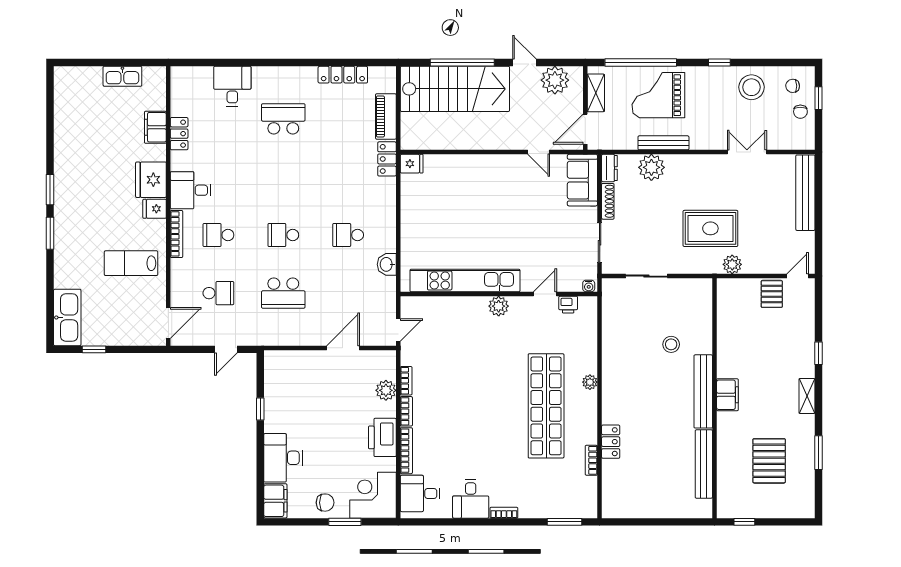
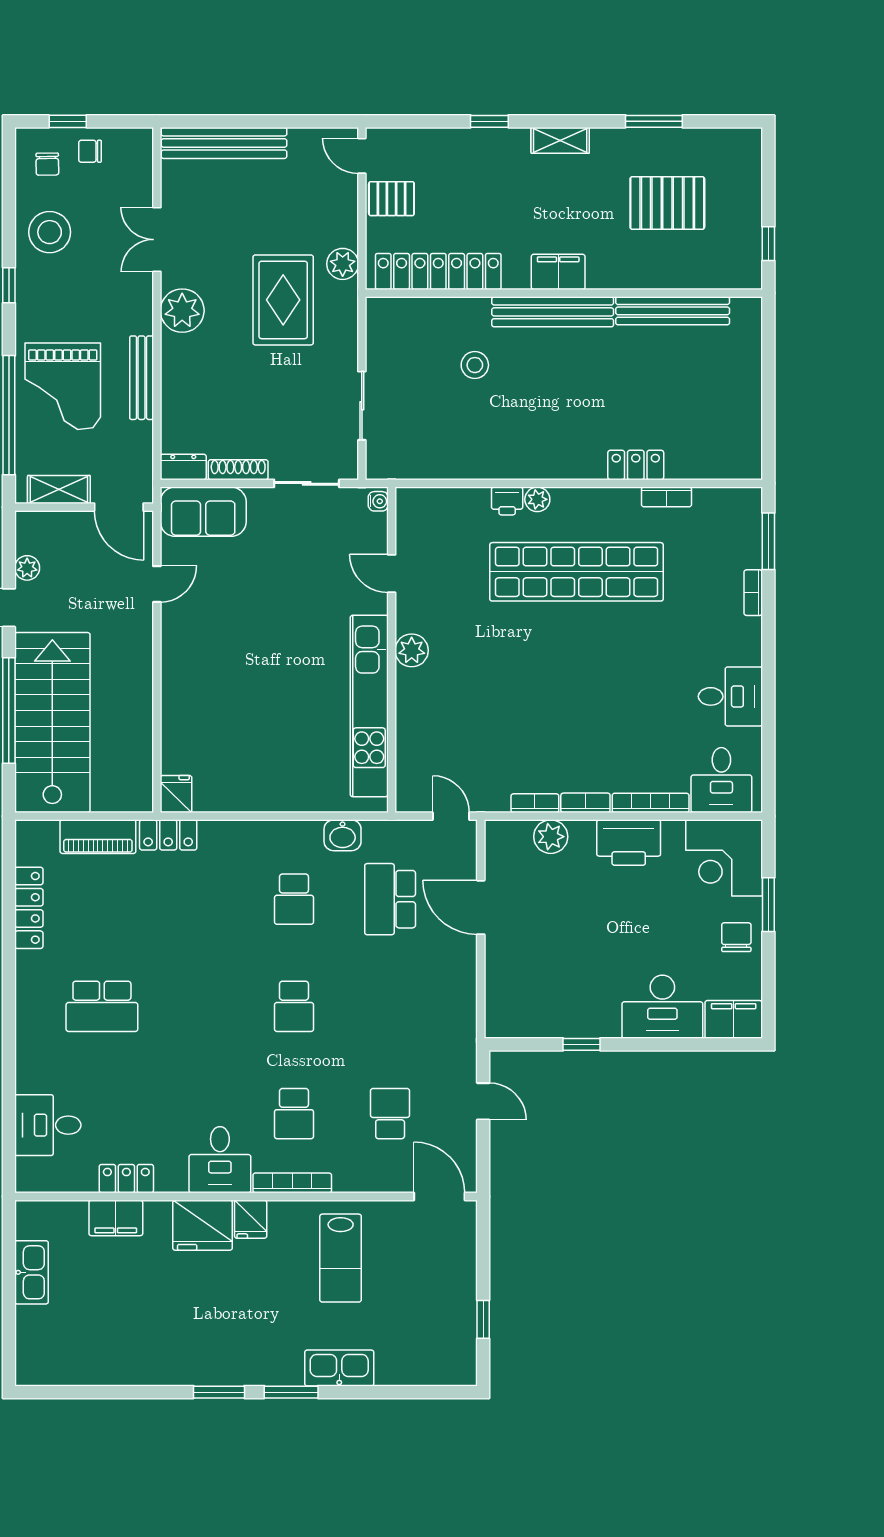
plant: (555, 80) -> (27, 568), width x0.53, depth x0.53
desk: (232, 86) -> (48, 1125), moved
chair: (800, 112) -> (90, 151), turned 180
school desk: (283, 119) -> (102, 1006), turned -90
plant: (651, 167) -> (182, 311), moved
school desk: (283, 293) -> (390, 899), moved, turned 180
printer: (568, 305) -> (507, 501), moved, turned 90
kitchen sink: (67, 317) -> (339, 1368), moved, width x0.73, depth x0.81
locker: (728, 322) -> (438, 271), added
bookcase: (504, 513) -> (753, 593), moved

